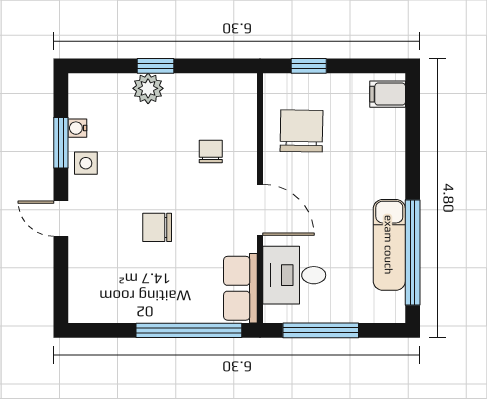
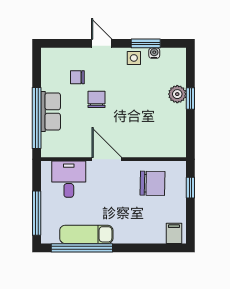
chair: (211, 151) -> (77, 77), moved, turned 180
door: (260, 210) -> (107, 159), swing flipped
door: (61, 219) -> (102, 43), hinge flipped
row of seats: (240, 288) -> (51, 111), moved, turned 90
window: (321, 330) -> (37, 213), moved

